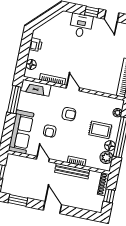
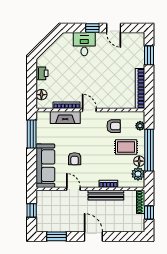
fireplace: (36, 88) -> (65, 117), moved
armchair: (69, 114) -> (114, 126), moved

